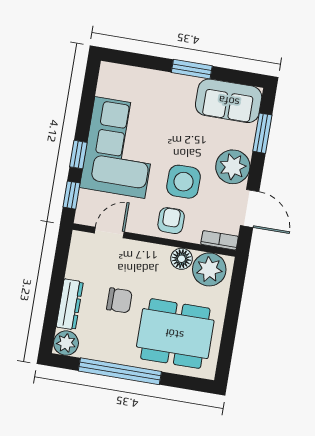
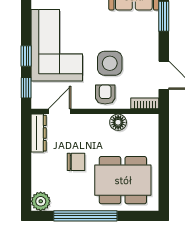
plant: (233, 167) -> (145, 46), removed
plant: (209, 269) -> (141, 127), removed
dresser: (70, 304) -> (39, 133), moved

